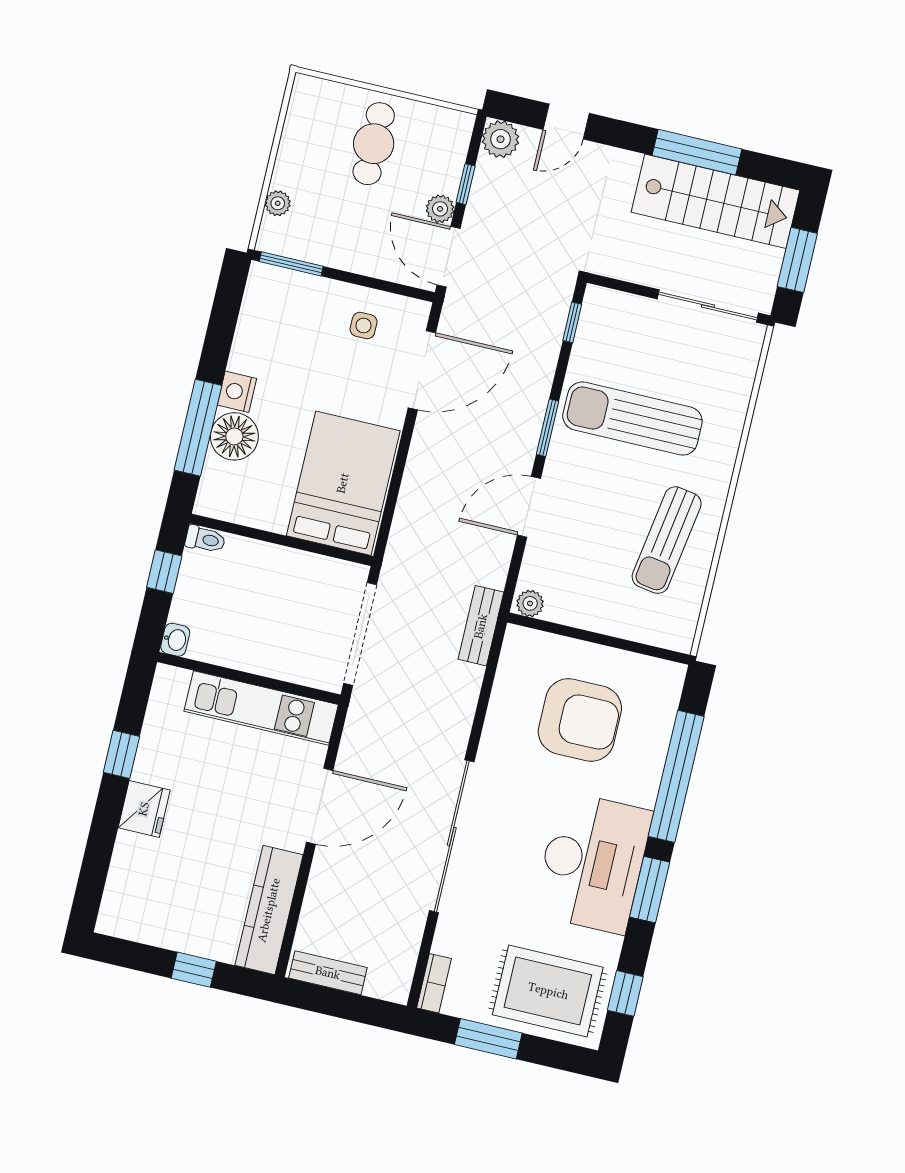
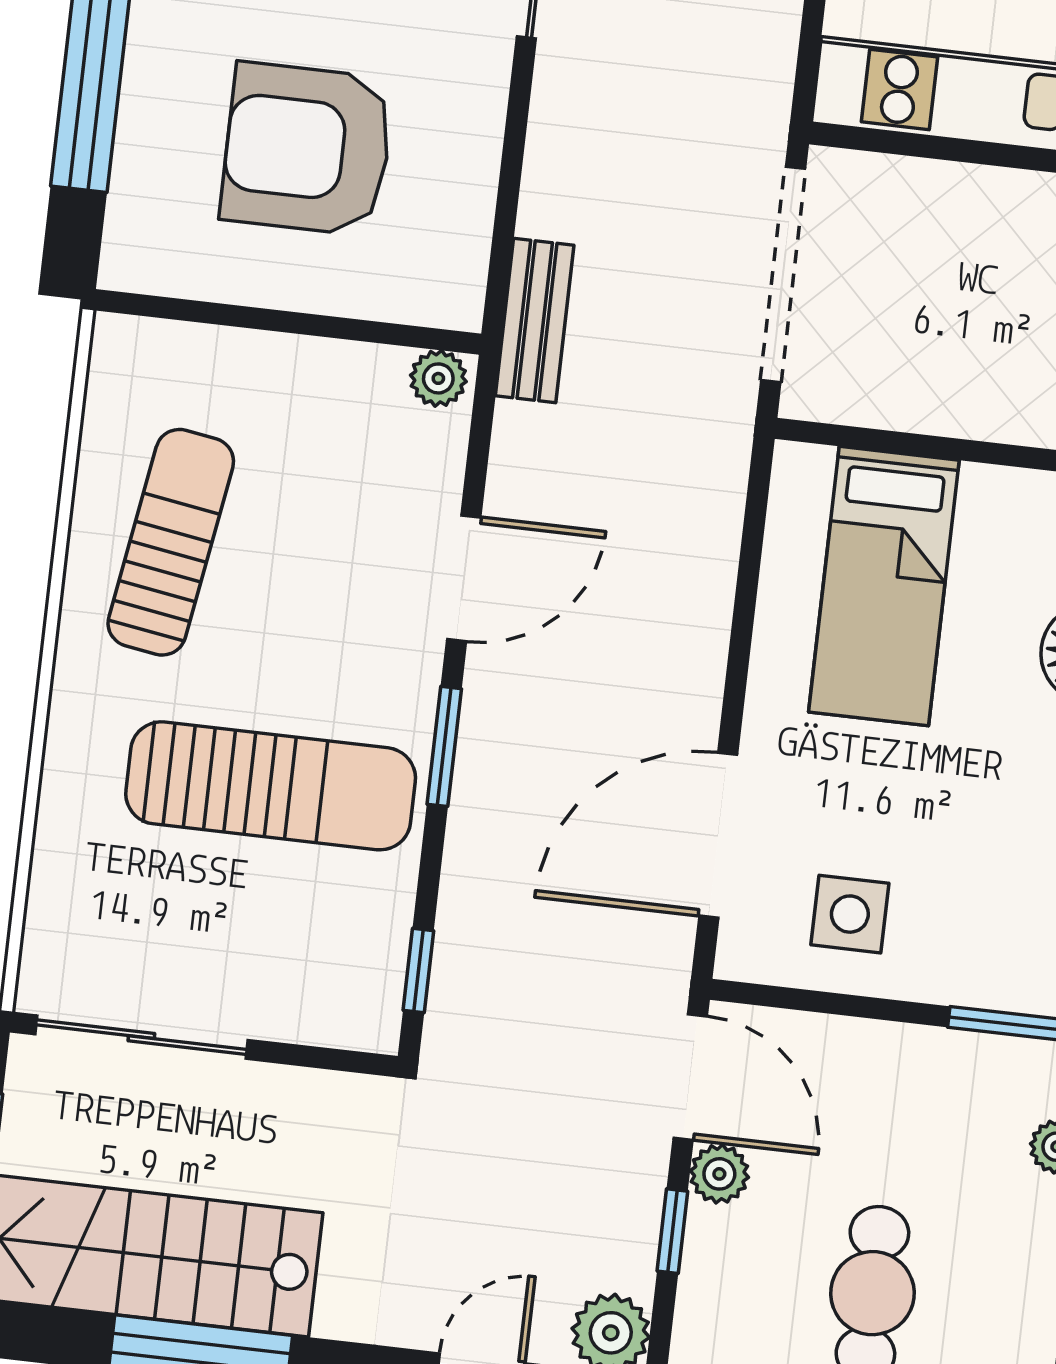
side table: (364, 326) -> (850, 914), width x1.37, depth x1.37
bed: (343, 483) -> (884, 586), width x0.67

